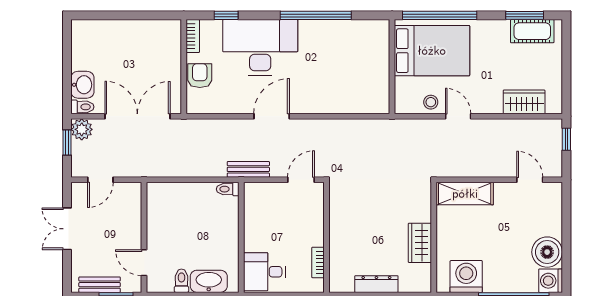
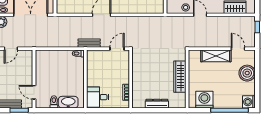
shelving: (465, 194) -> (216, 56), moved
wardrobe: (420, 243) -> (180, 77), width x1.50
boiler: (547, 252) -> (247, 73), moved

